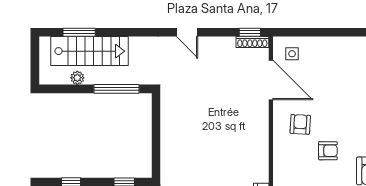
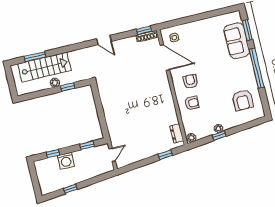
plant: (77, 78) -> (55, 83), moved
window: (117, 89) -> (68, 87), width x0.46
armchair: (328, 151) -> (192, 103), moved

